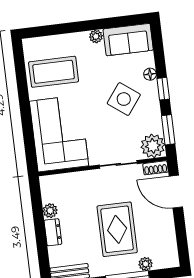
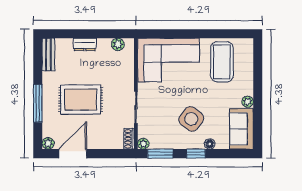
plant: (153, 146) -> (143, 144), width x0.53, depth x0.53
door: (176, 192) -> (73, 154), moved
plant: (50, 211) -> (118, 44), moved
plant: (146, 264) -> (48, 143), moved

